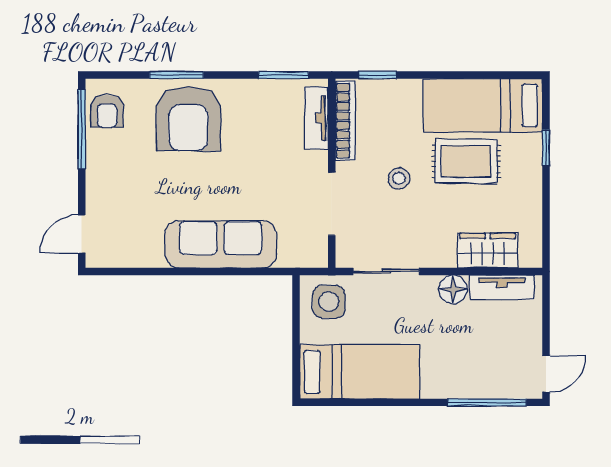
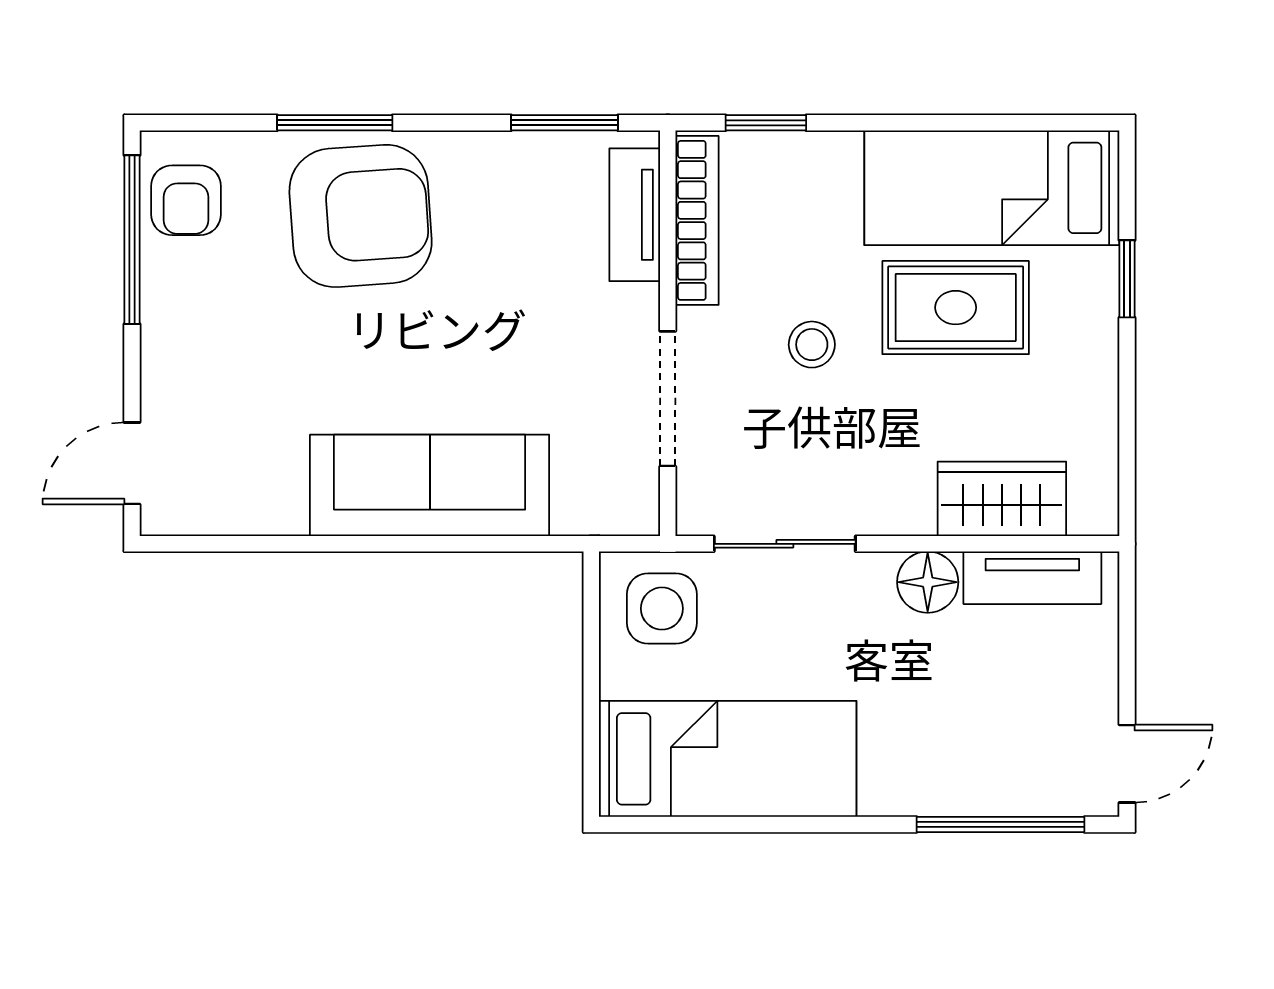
armchair: (188, 119) -> (361, 216), turned -94

